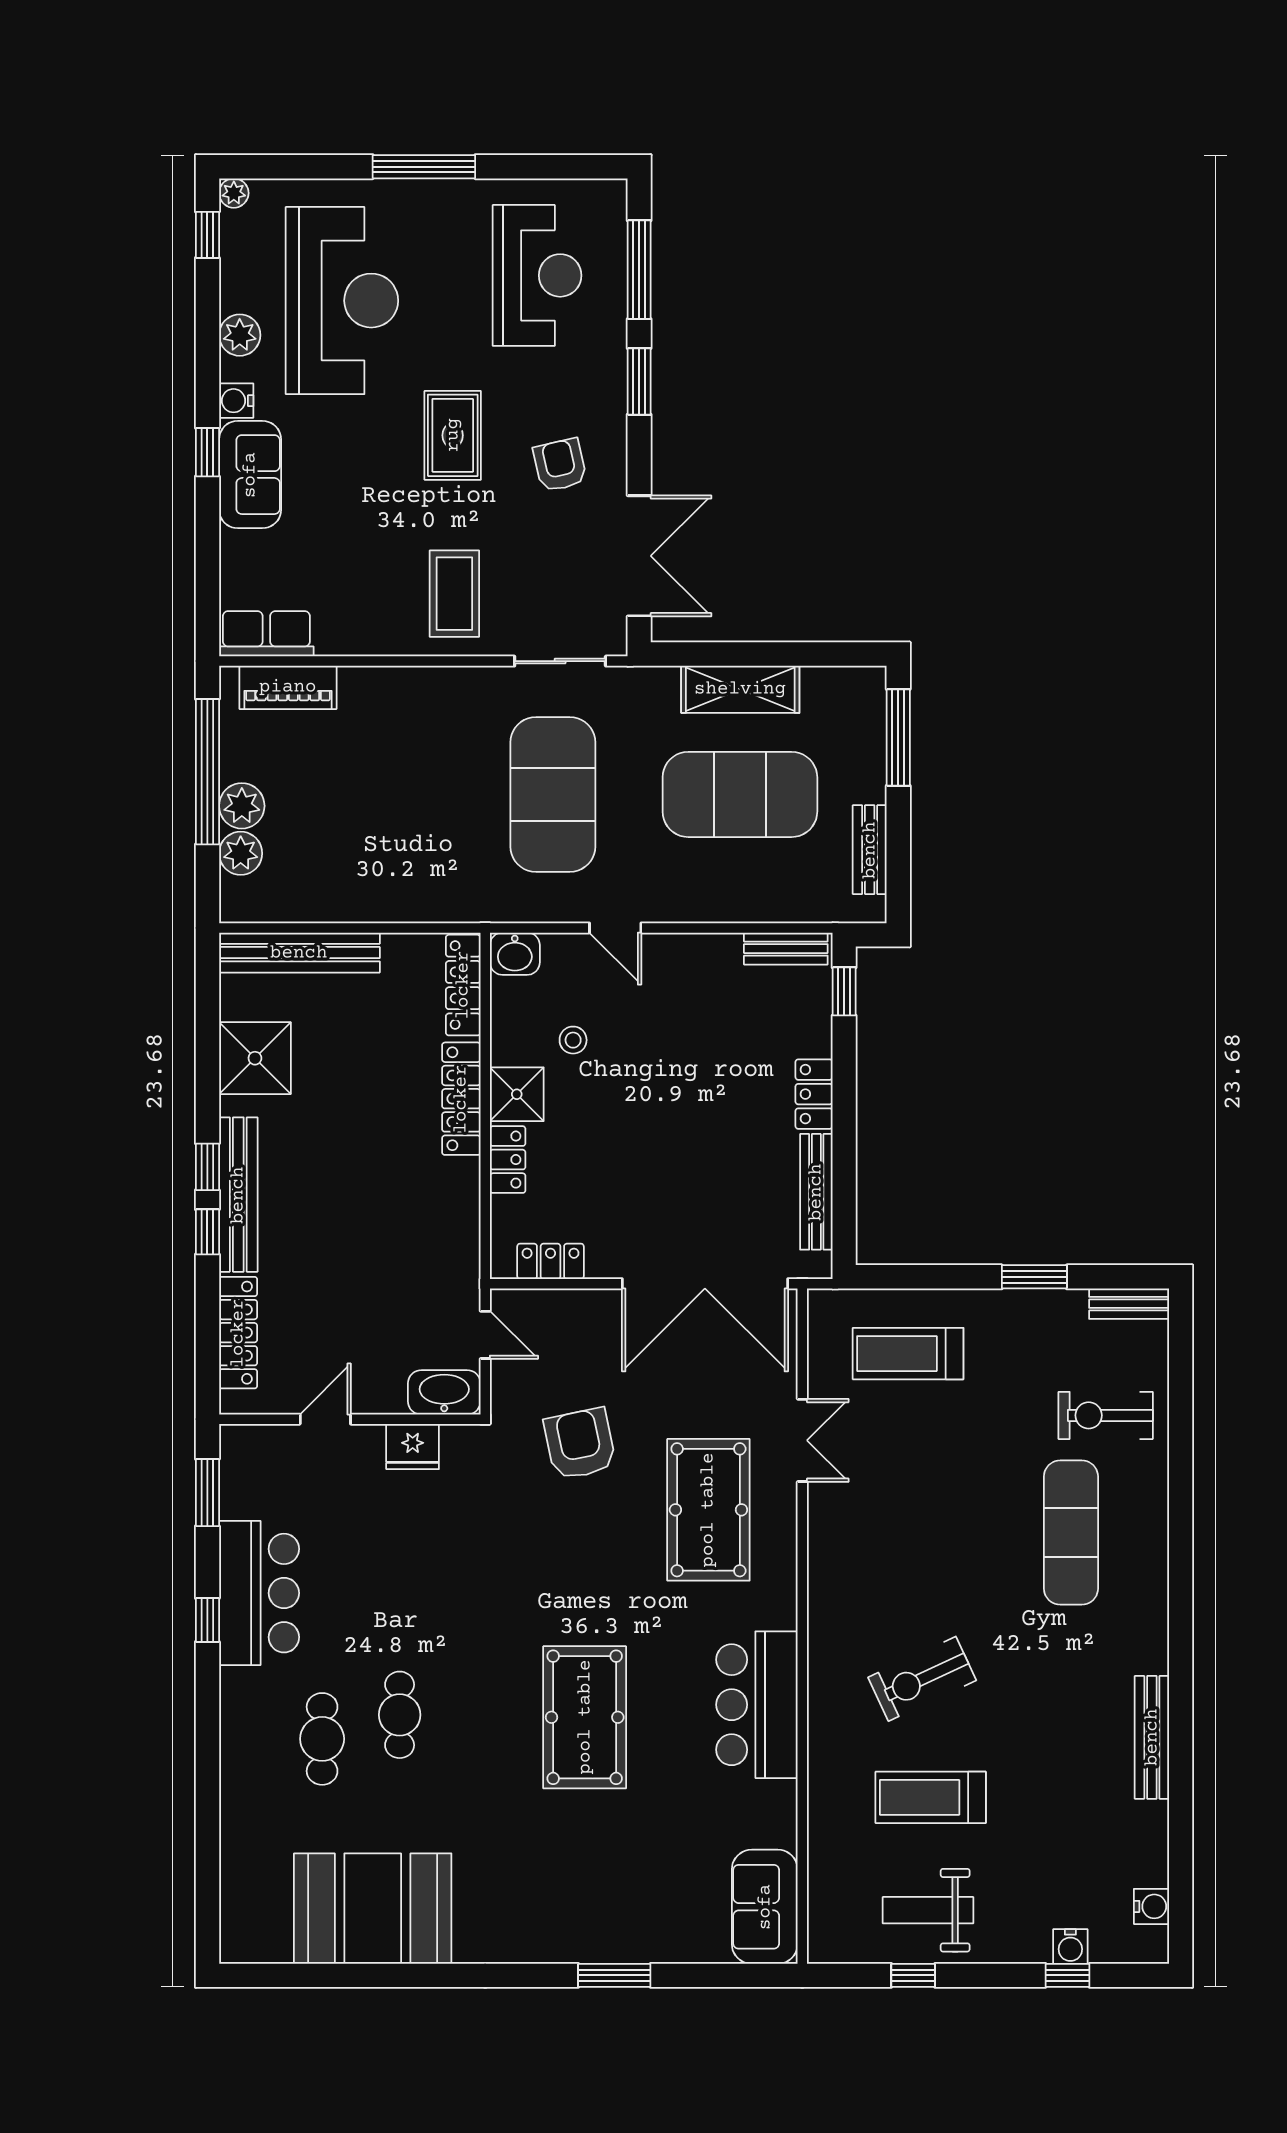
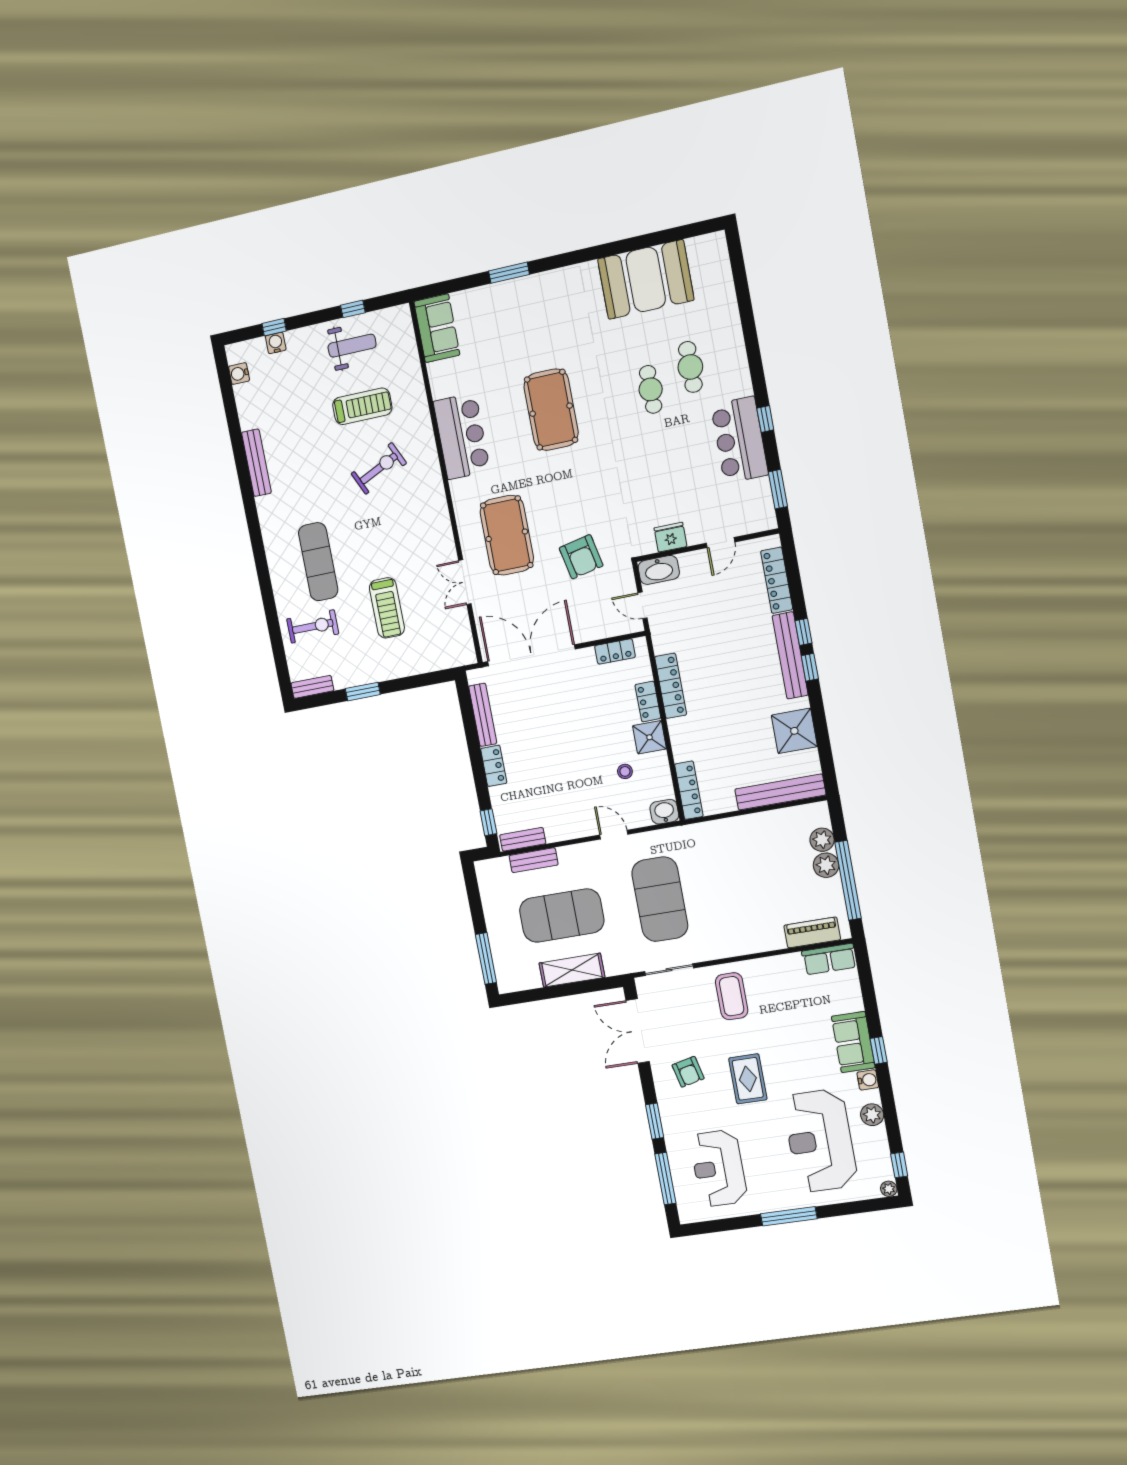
bench: (870, 850) -> (534, 860), moved, turned 90
locker: (461, 1099) -> (671, 686), moved
treadmill: (908, 1354) -> (387, 608), moved, turned 90

